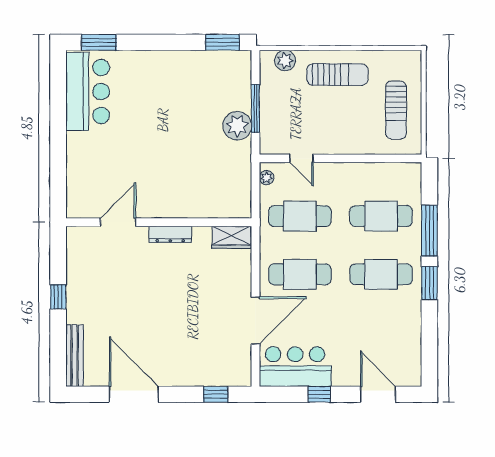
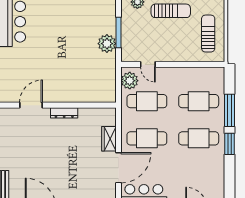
sun lounger: (396, 110) -> (208, 34), turned 180
plant: (266, 178) -> (130, 81), width x1.87, depth x1.87
wardrobe: (231, 237) -> (109, 139), moved, turned 90

